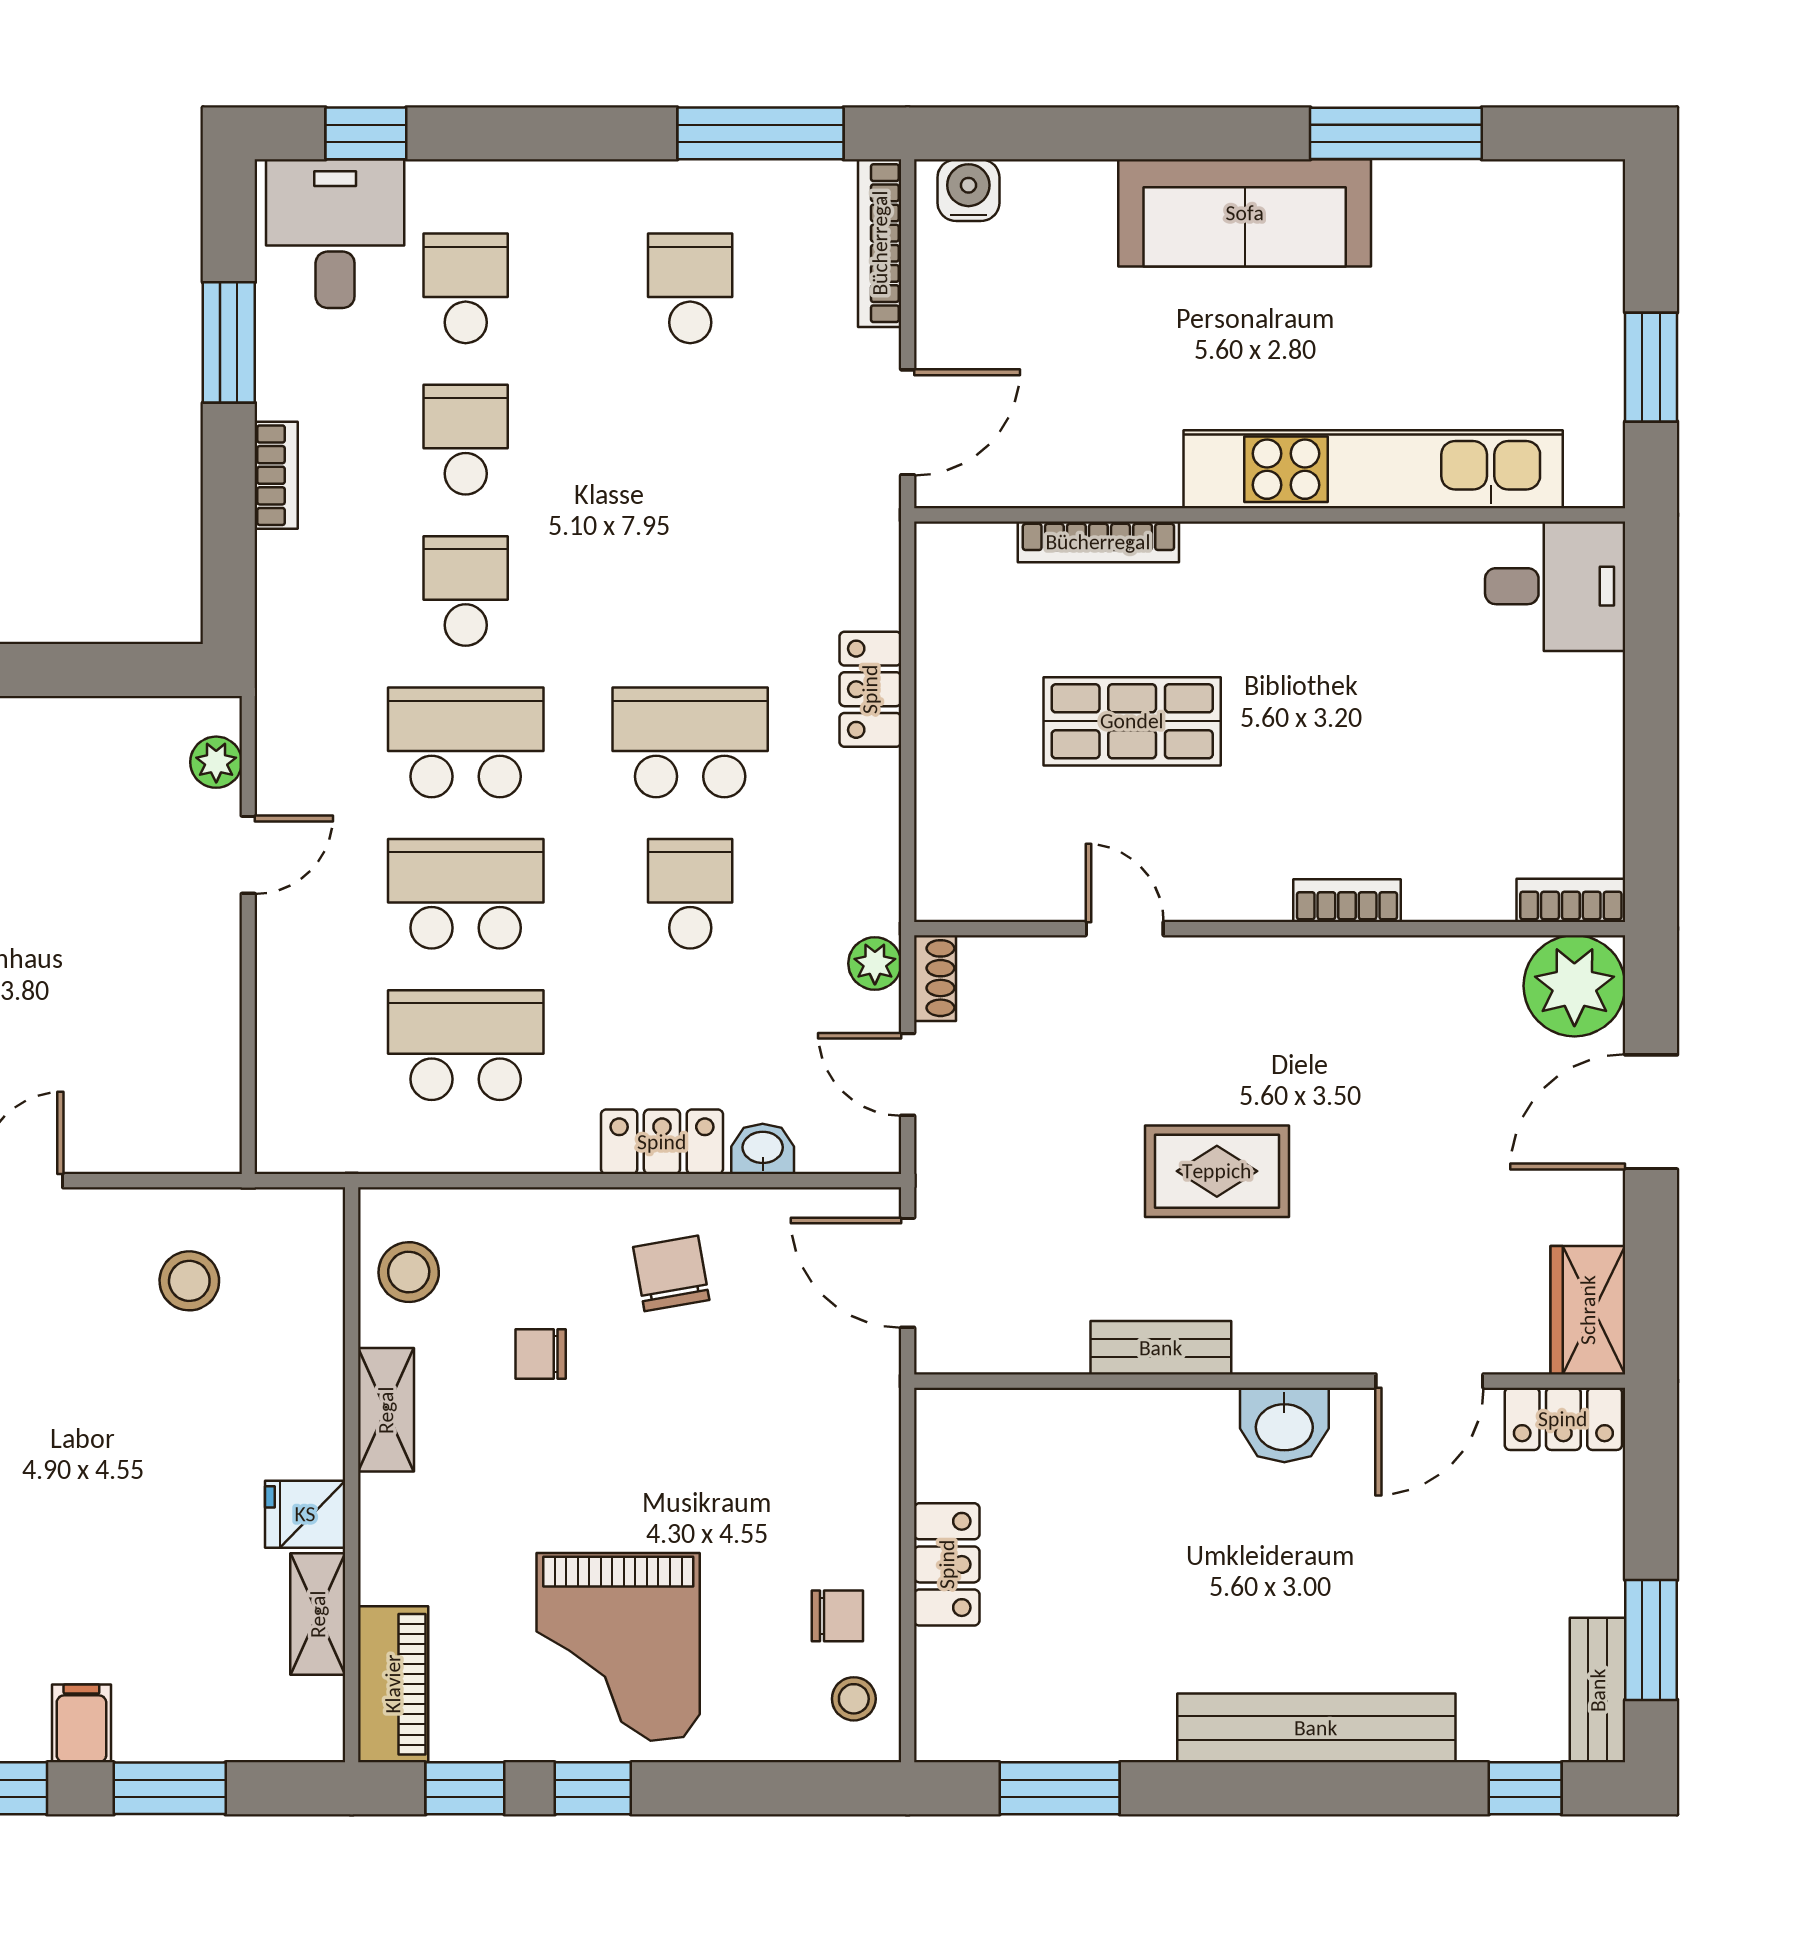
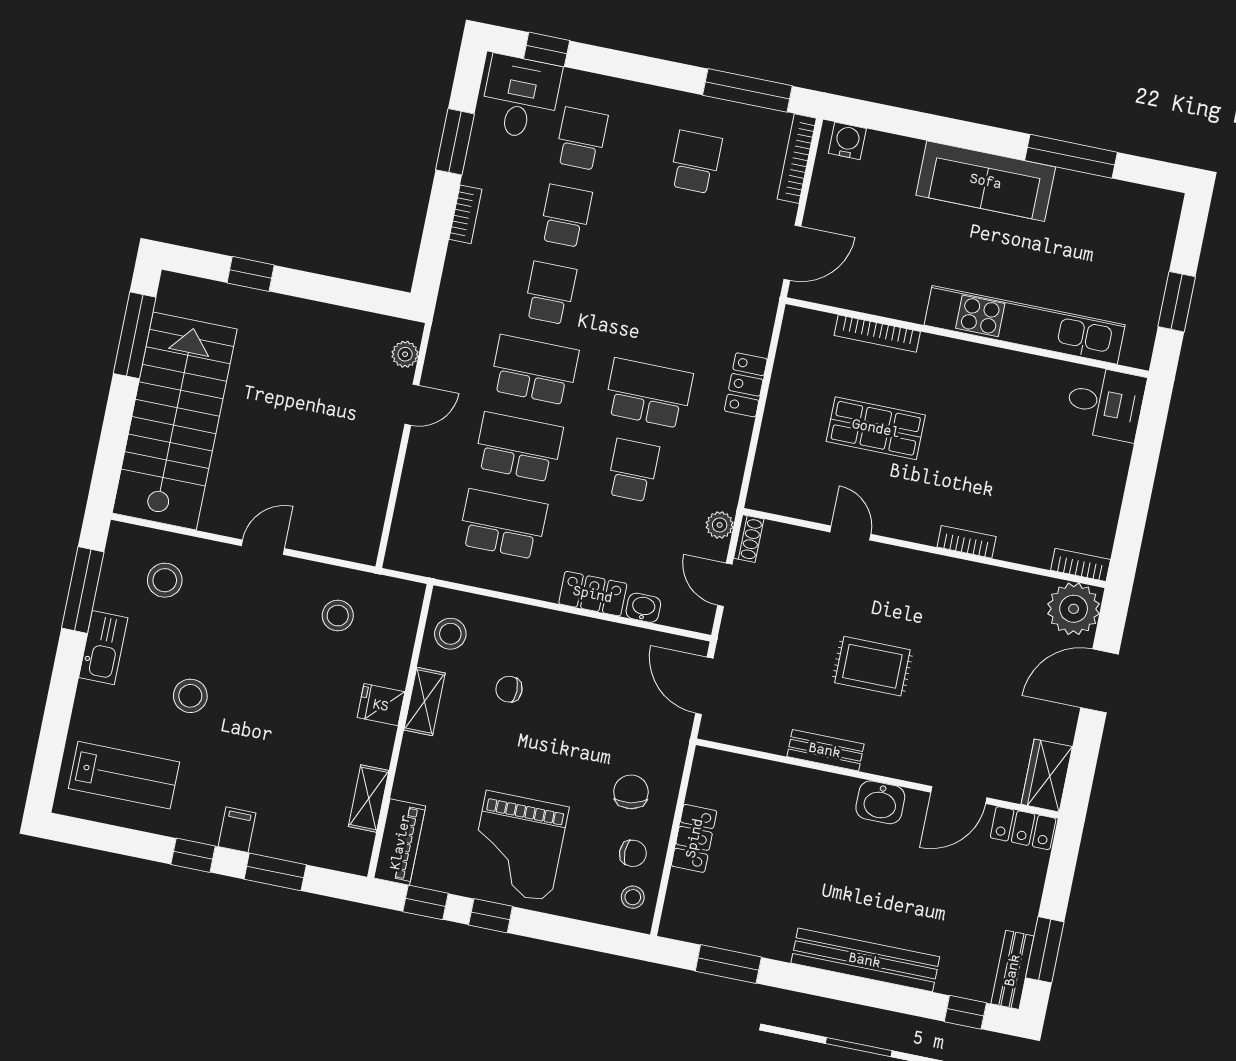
chair: (671, 1273) -> (631, 792), moved
fridge: (305, 1514) -> (381, 705), moved

